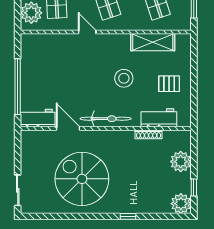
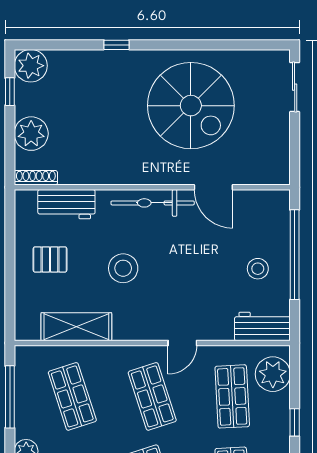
door: (87, 32) -> (182, 343), hinge flipped
stool: (41, 78) -> (258, 269), added
workbench: (38, 118) -> (262, 326), moved, turned 180
shoe rack: (149, 134) -> (36, 178), moved

